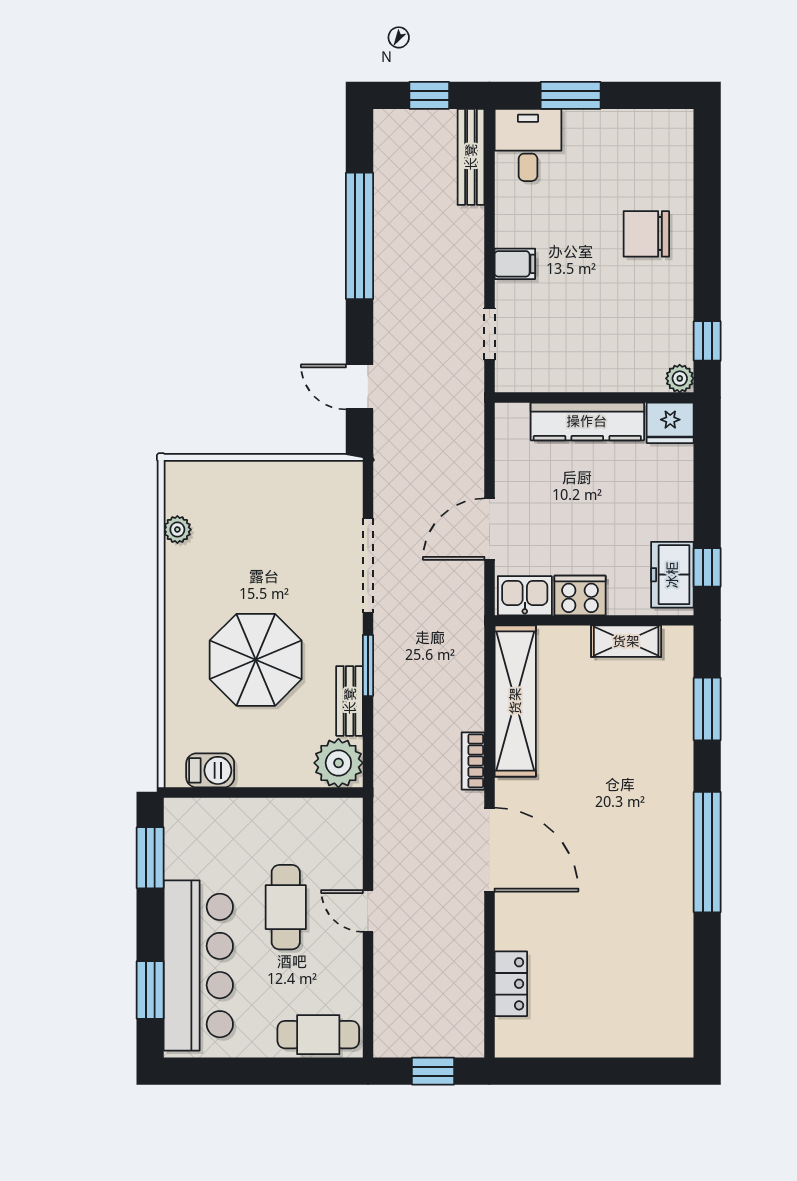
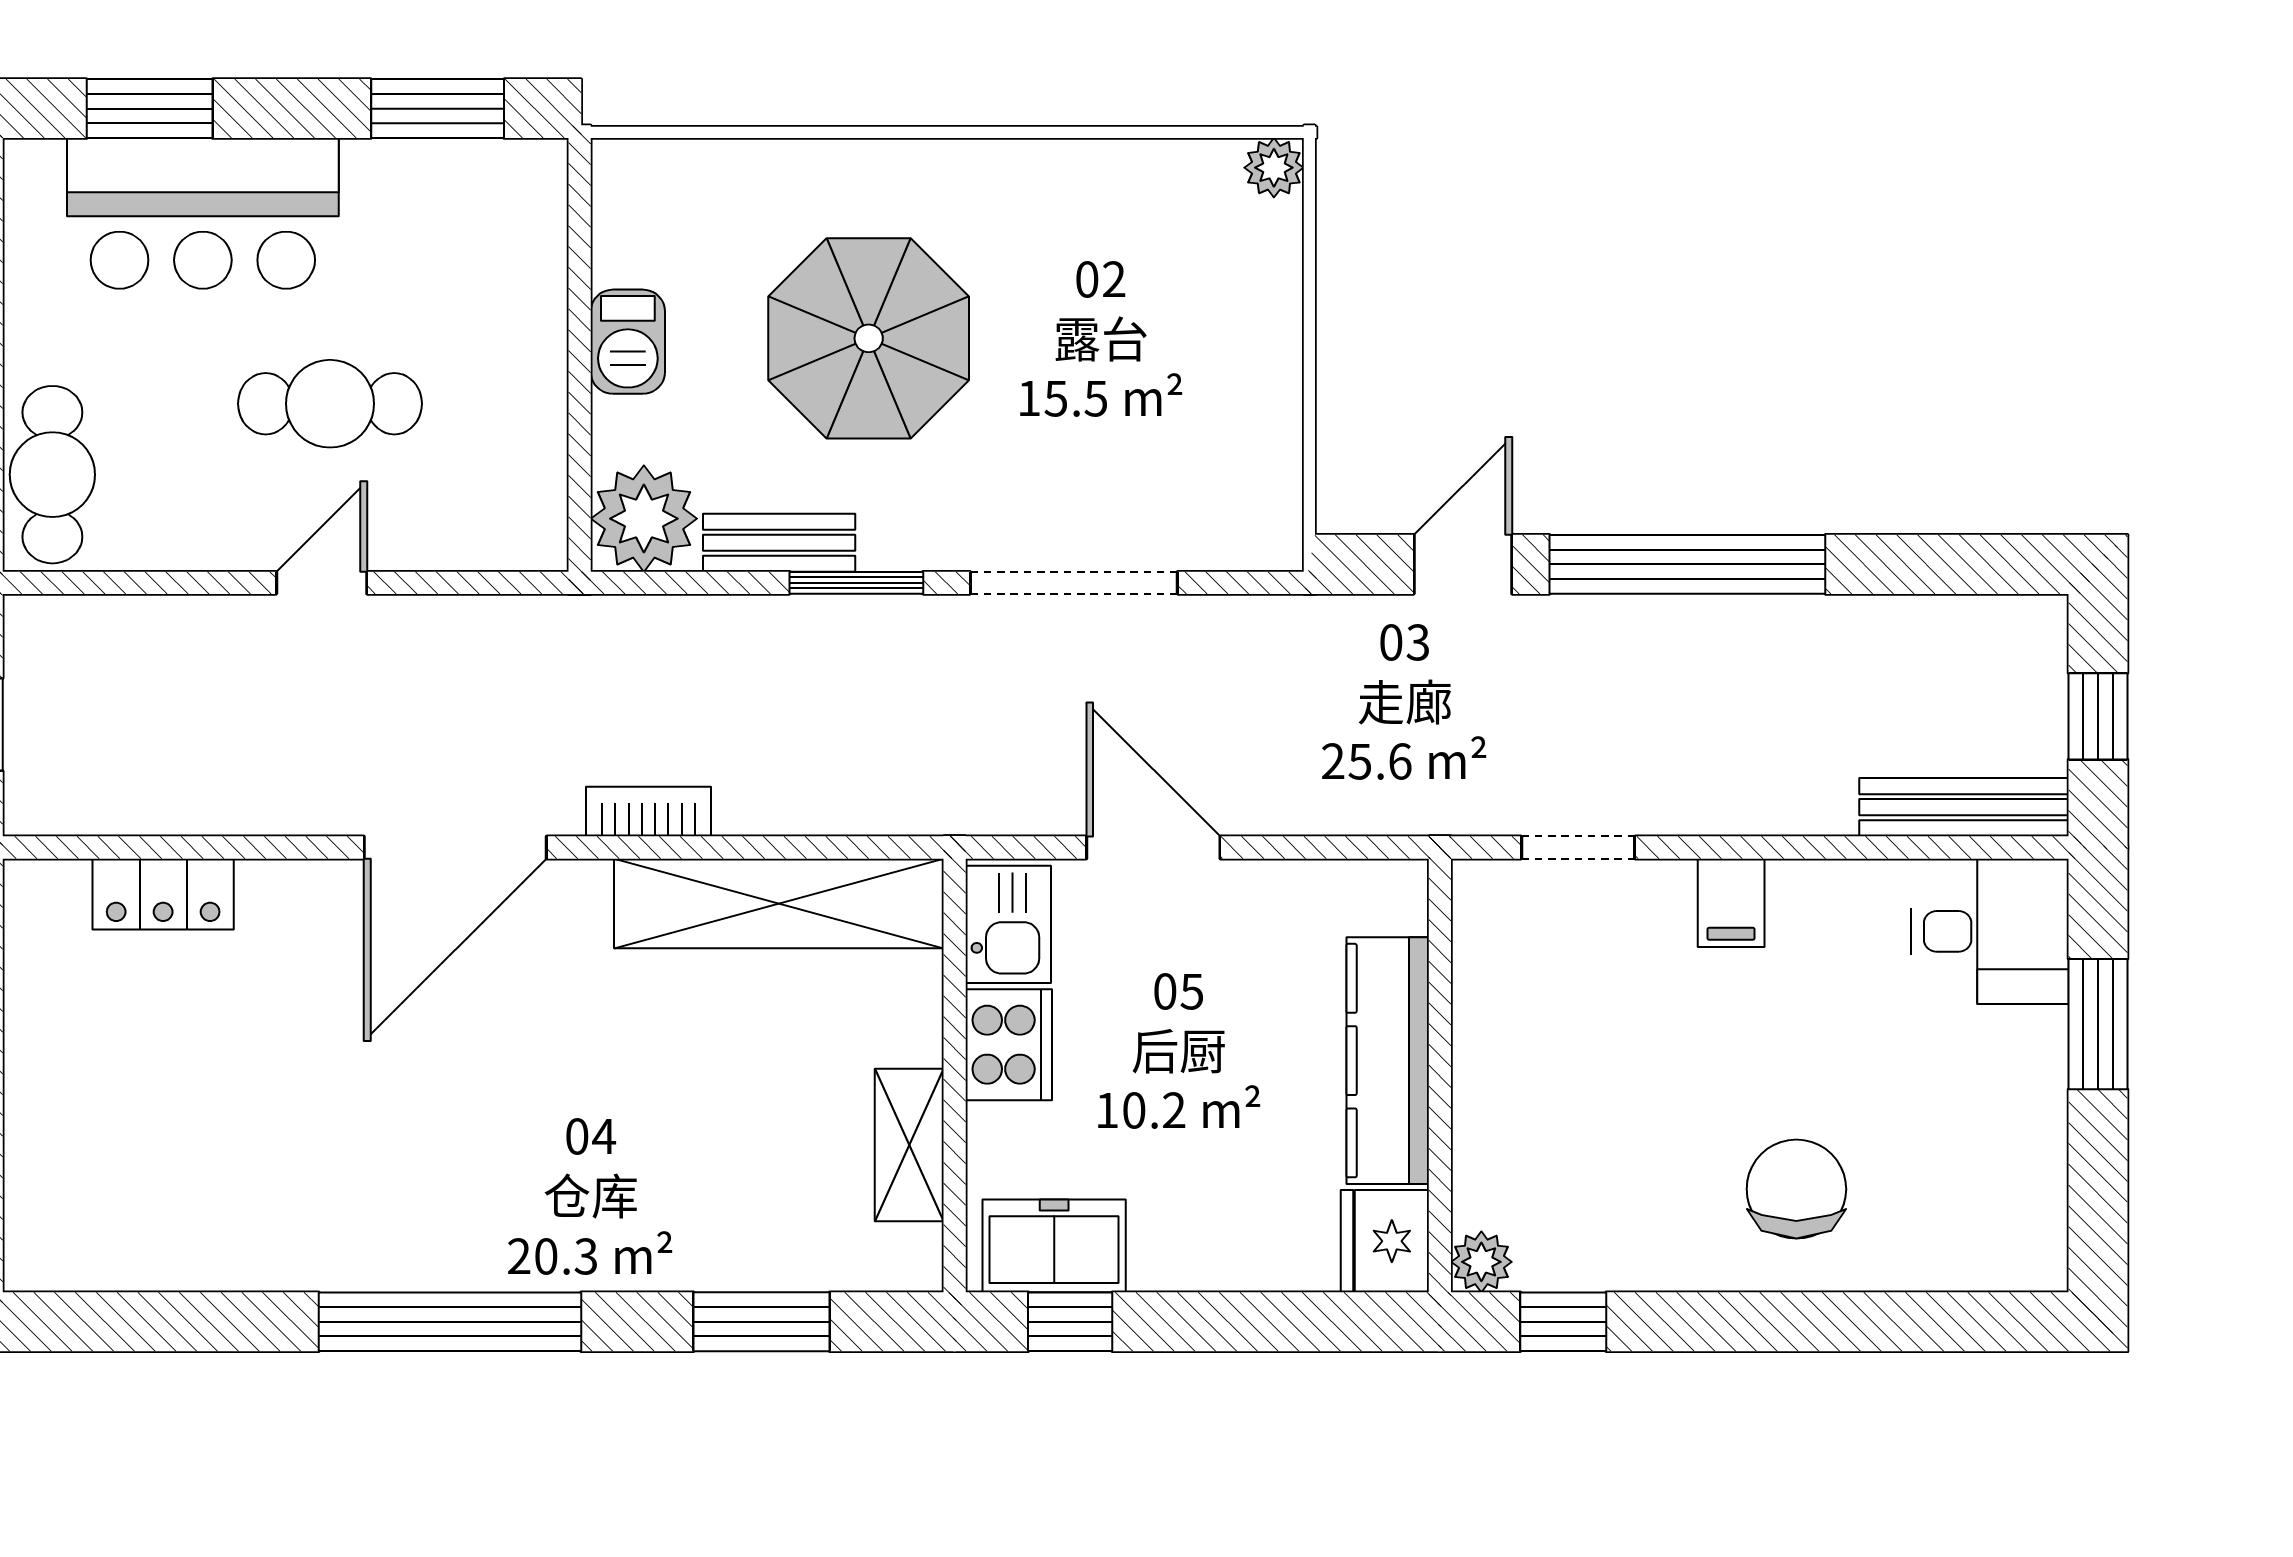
window: (359, 236) -> (1687, 564), moved
plant: (177, 530) -> (1274, 168), moved
barbecue: (210, 770) -> (628, 342), moved
bar counter: (198, 966) -> (203, 213), width x0.73

